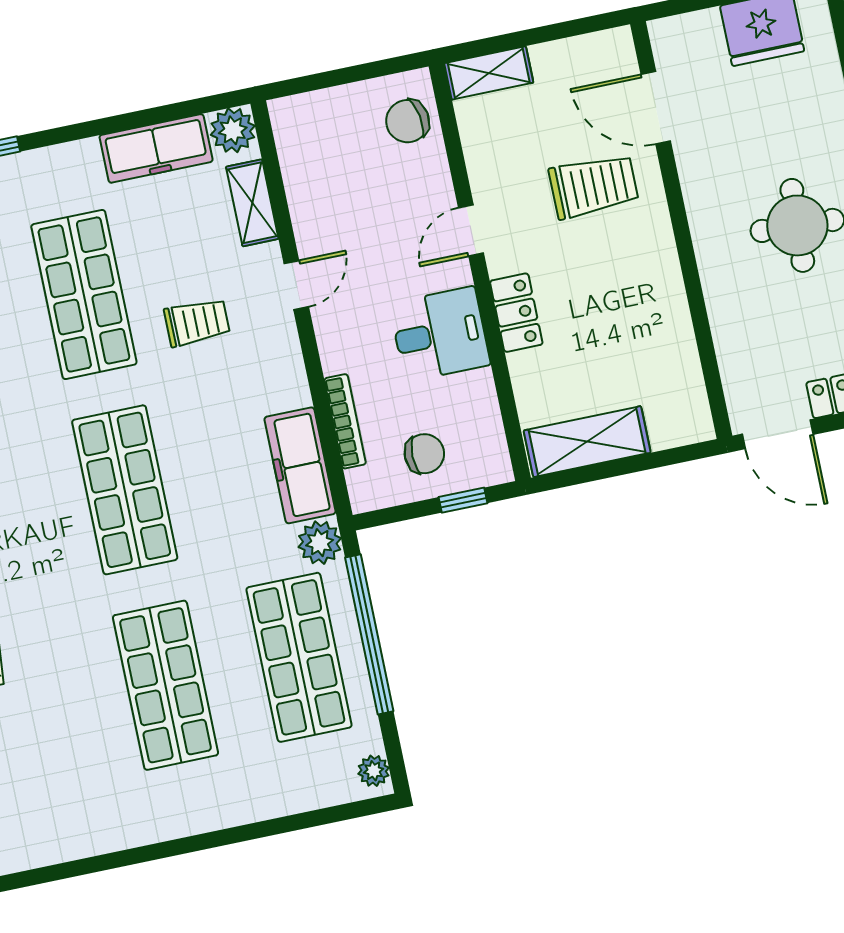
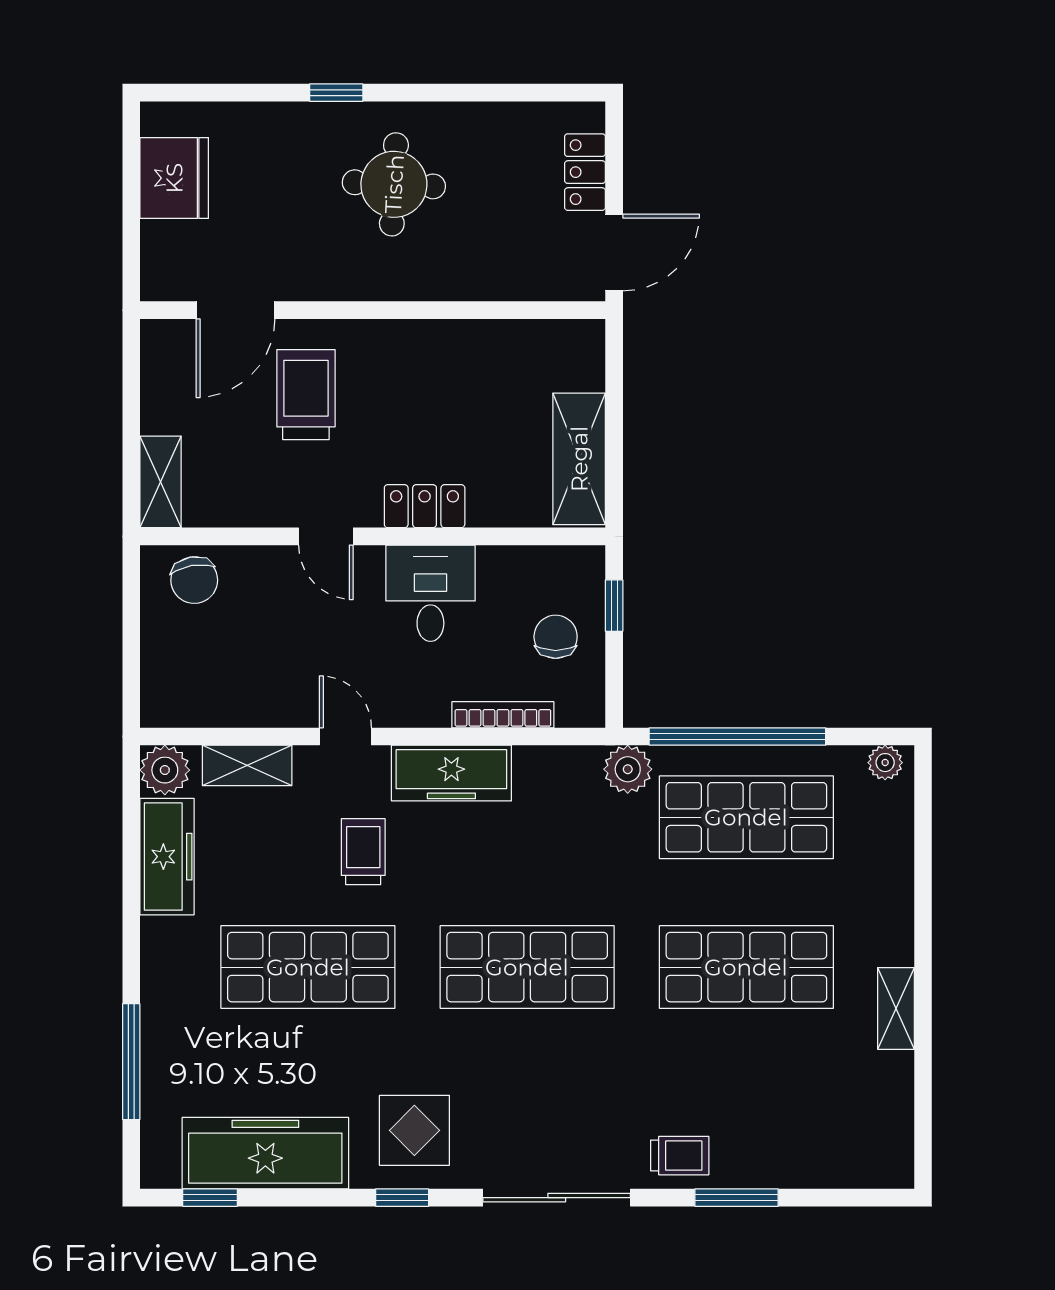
freezer: (300, 465) -> (451, 773), moved
shelving: (157, 826) -> (896, 1008), added

